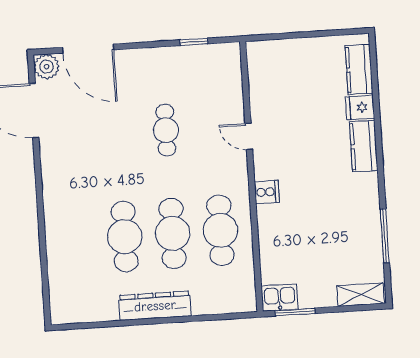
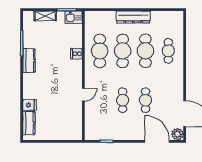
cafe table: (118, 133) -> (145, 100), added
door: (249, 136) -> (83, 95), hinge flipped
kitchen counter: (364, 146) -> (29, 61), moved
cooker: (267, 192) -> (76, 54), moved
cafe table: (77, 240) -> (168, 51), added
shelving: (361, 295) -> (45, 16), moved

